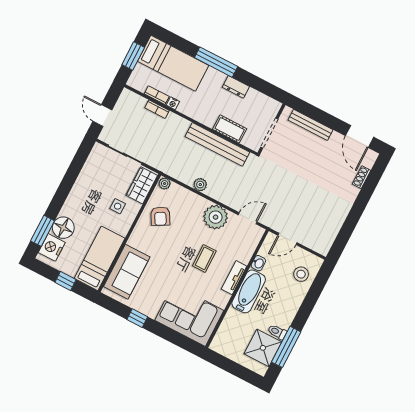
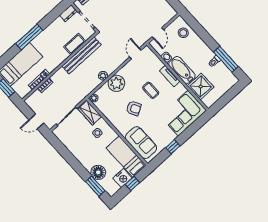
dresser: (236, 87) -> (68, 13), moved
armchair: (160, 216) -> (134, 108), moved
plant: (216, 217) -> (116, 83), moved
nightstand: (52, 247) -> (122, 178), moved, turned -90
shower: (263, 348) -> (201, 86), moved

